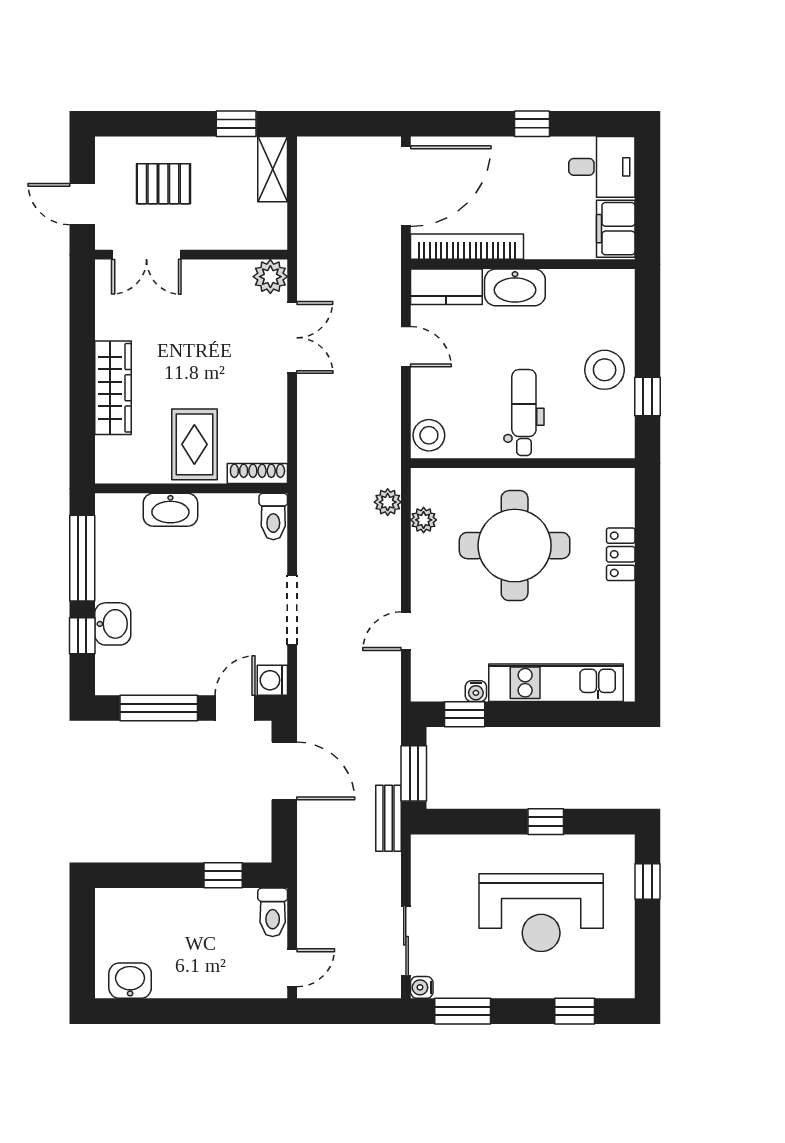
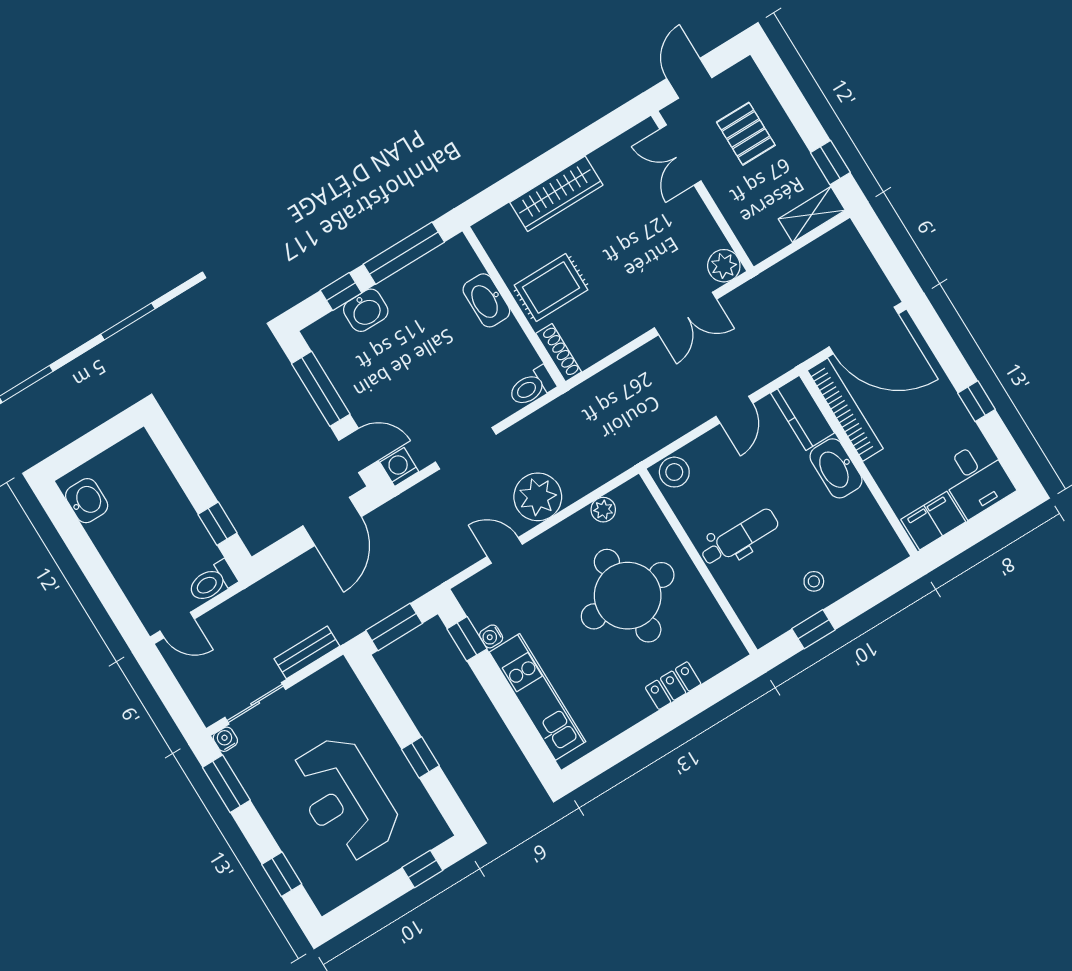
stool: (605, 370) -> (814, 581), width x0.53, depth x0.53
plant: (388, 502) -> (538, 497), moved, width x1.87, depth x1.87
bench: (389, 818) -> (307, 652), moved

